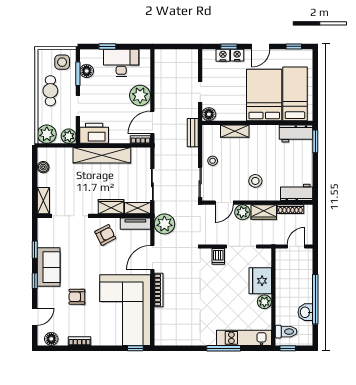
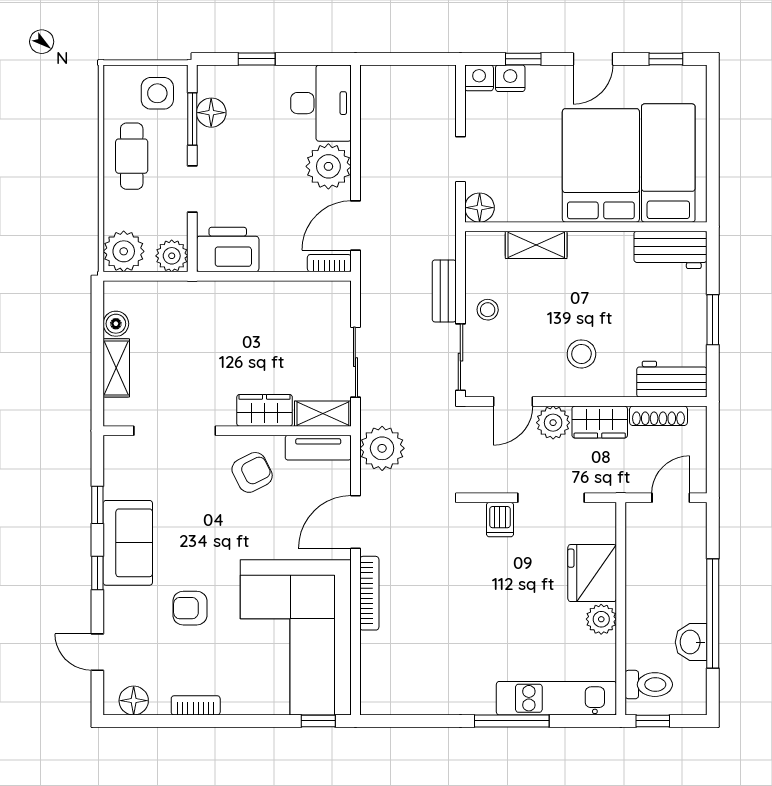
nightstand: (237, 55) -> (479, 78), moved
desk: (121, 63) -> (321, 103), moved, turned 90
bench: (193, 133) -> (444, 291), moved
window: (315, 141) -> (713, 320), moved
shelving: (102, 155) -> (245, 298), removed
shelving: (43, 201) -> (116, 368), moved
door: (35, 317) -> (97, 652), swing flipped

